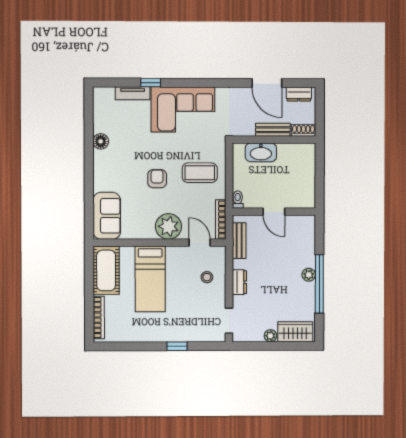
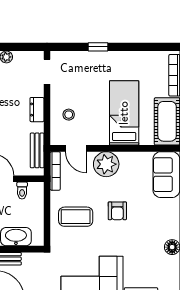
toilet: (238, 200) -> (22, 191), moved

